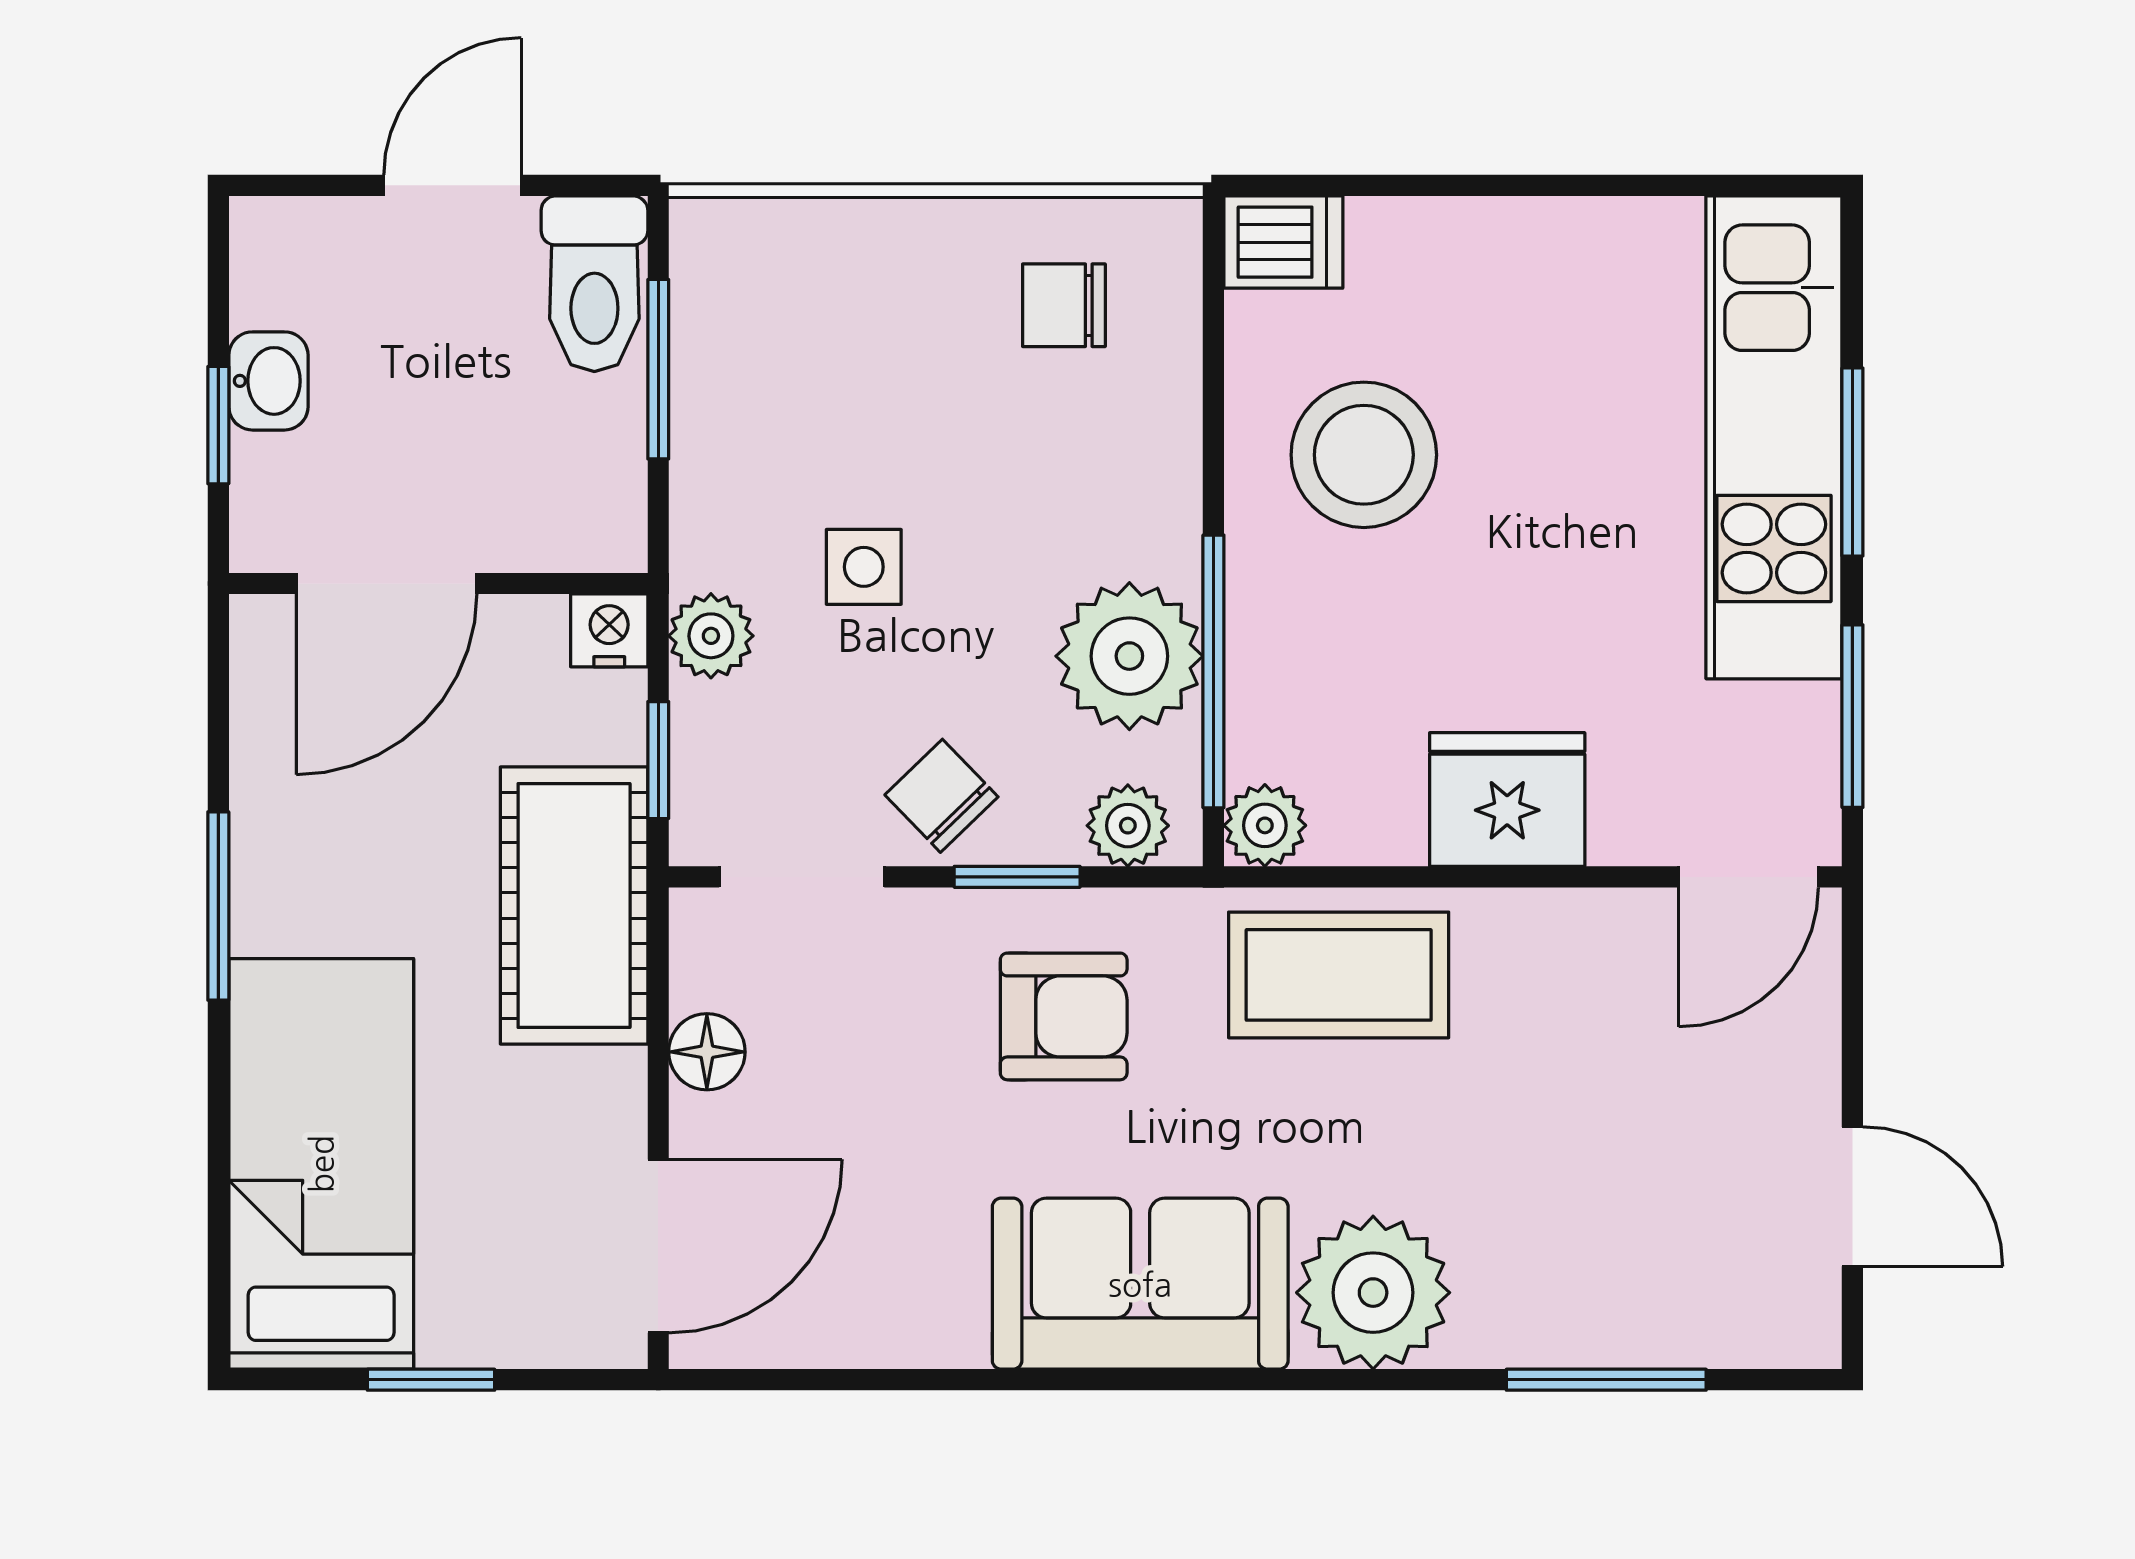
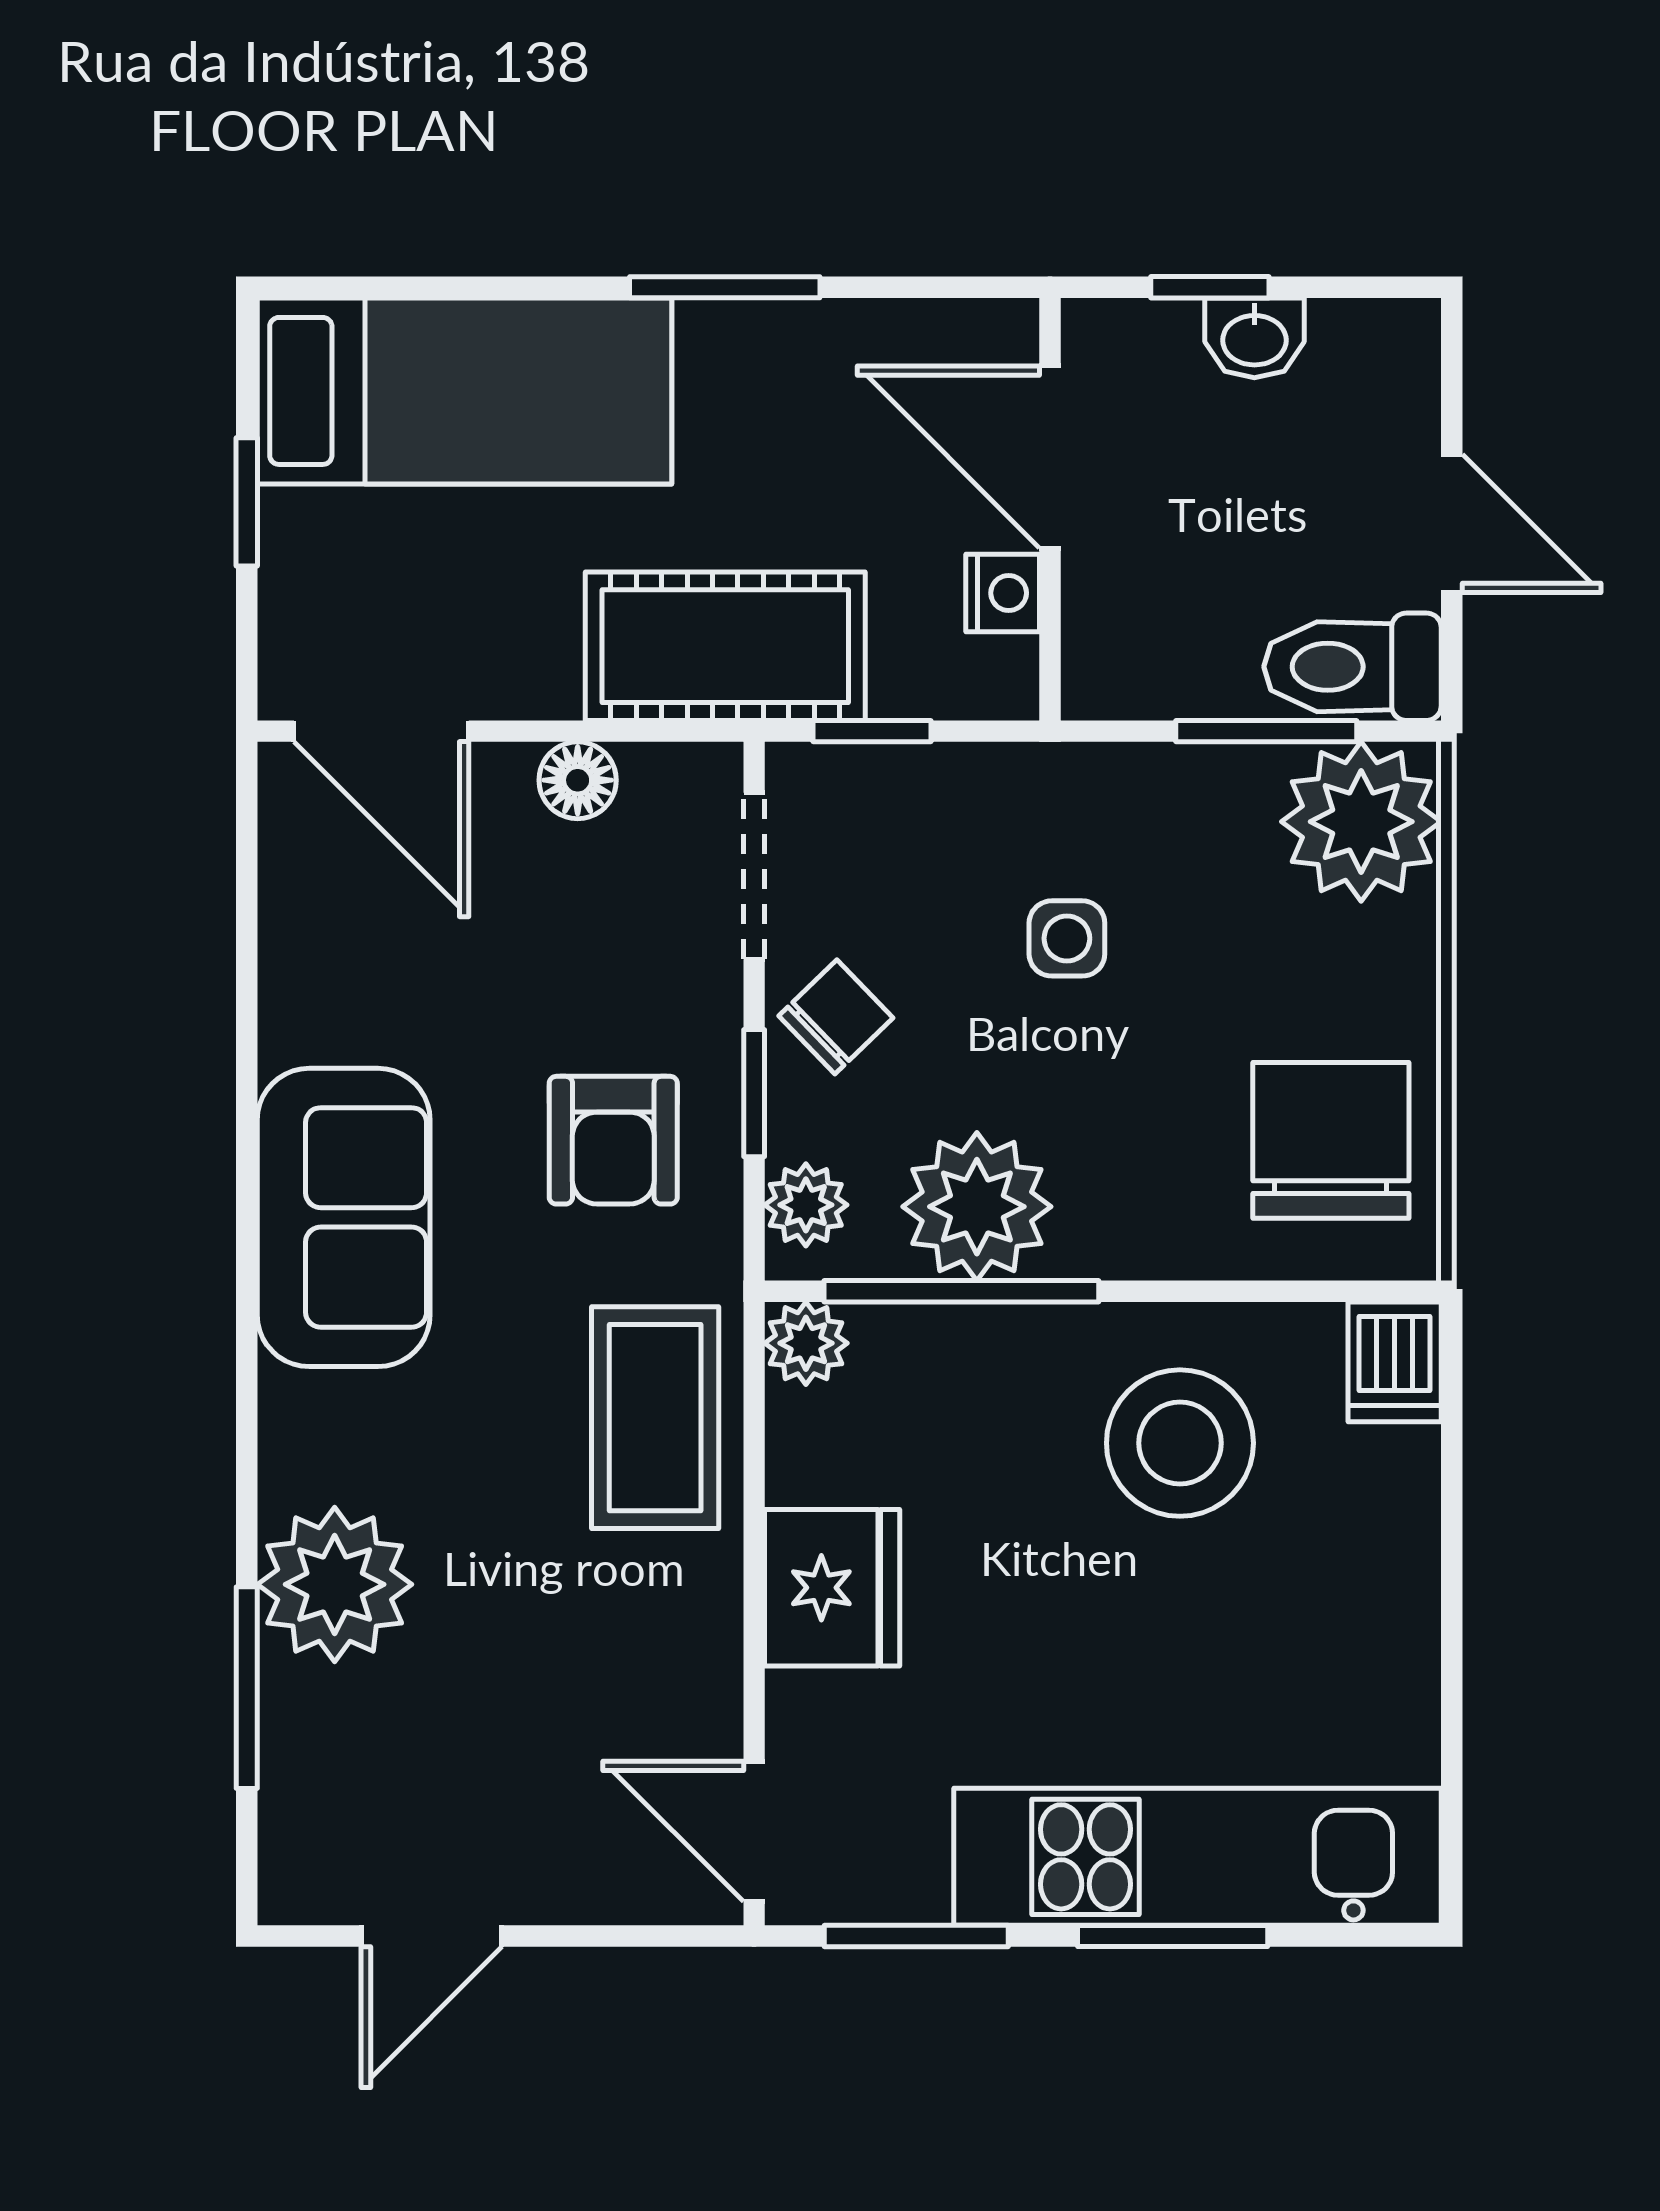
chair: (1064, 305) -> (1331, 1140), width x1.87, depth x1.87
nightstand: (609, 630) -> (1003, 593), moved
plant: (711, 636) -> (1361, 822), moved, width x1.88, depth x1.88
plant: (1373, 1293) -> (335, 1584), moved

